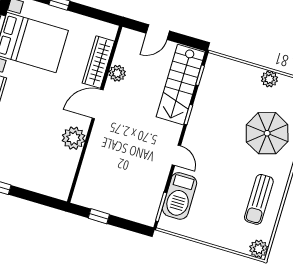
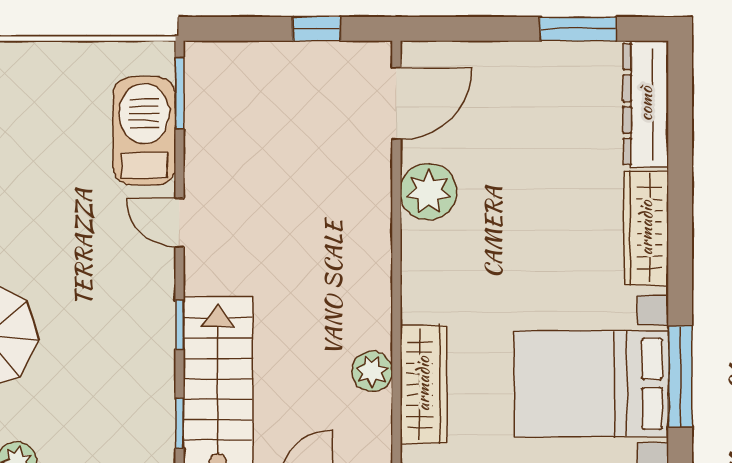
door: (98, 104) -> (396, 103), moved

